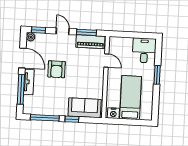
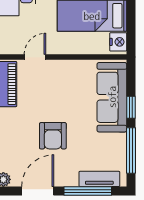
armchair: (57, 69) -> (53, 136), turned 90
tv unit: (29, 82) -> (99, 179), moved
sofa: (85, 108) -> (112, 97), width x1.36

